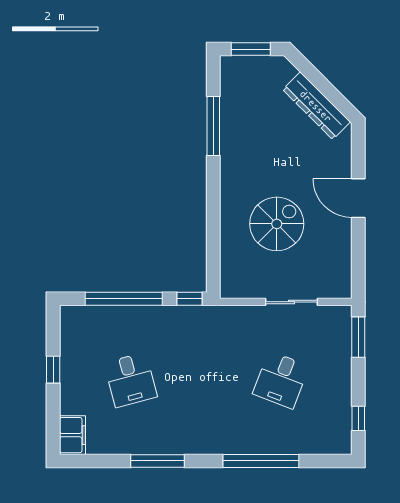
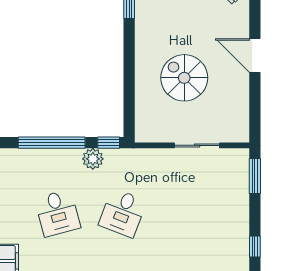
spiral stairs: (277, 224) -> (184, 78), turned -90
plant: (171, 317) -> (93, 159), added
desk: (281, 380) -> (123, 213), moved

